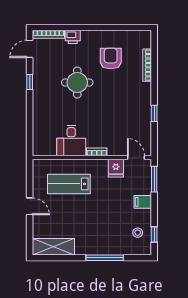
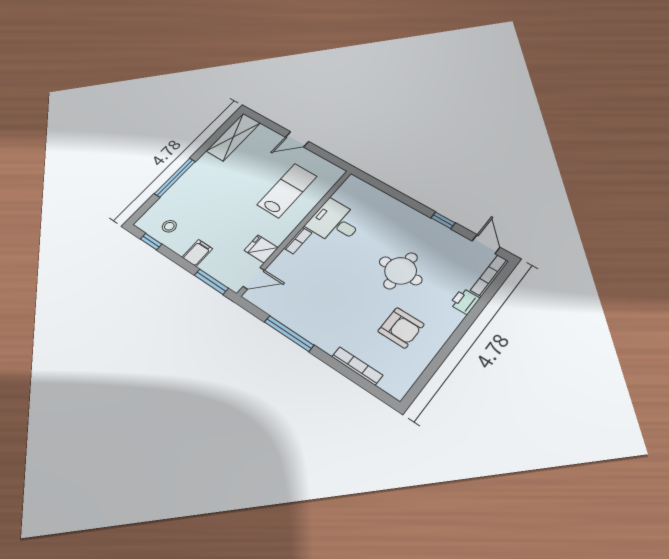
window: (154, 113) -> (289, 333), width x2.17

